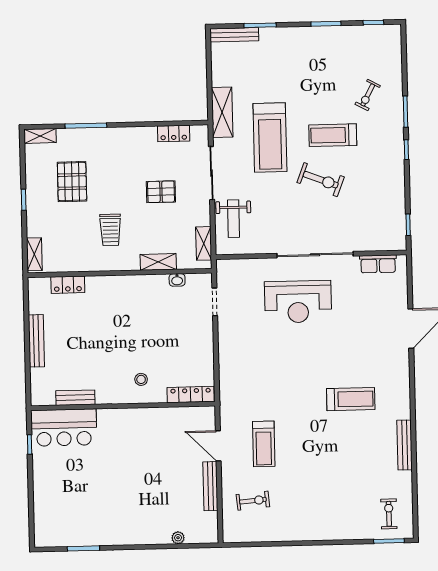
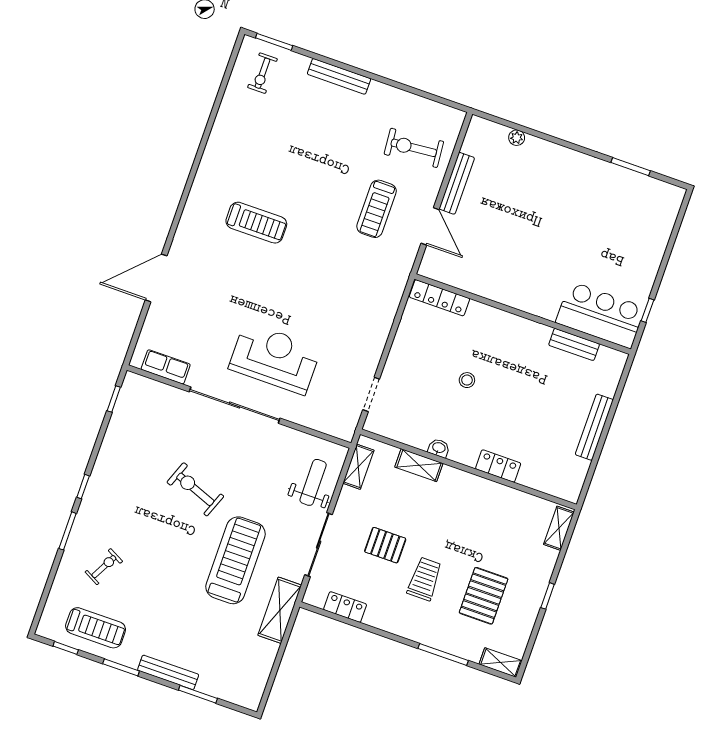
bench: (234, 35) -> (168, 672), moved
treadmill: (333, 135) -> (96, 628), moved
trolley: (110, 230) -> (425, 579), moved
washbasin: (177, 280) -> (439, 448), moved
locker: (68, 285) -> (498, 466), moved
stool: (141, 379) -> (467, 380), moved
treadmill: (351, 399) -> (256, 223), turned 180
treadmill: (264, 444) -> (377, 209), turned 180
bench: (405, 445) -> (339, 76), moved, turned 90
exercise bike: (253, 501) -> (414, 148), width x1.38, depth x1.39

